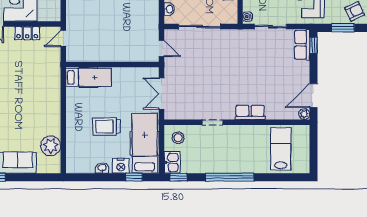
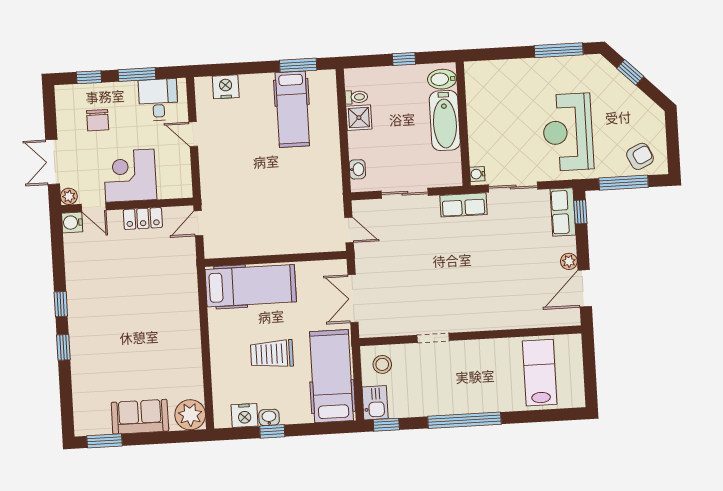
sliding door: (199, 27) -> (405, 193), width x0.73
window: (343, 28) -> (624, 183), width x1.44
hospital bed: (89, 77) -> (251, 286), width x1.37, depth x1.29
row of seats: (250, 112) -> (463, 205), moved, turned 180
plant: (304, 114) -> (569, 261), moved
plant: (51, 146) -> (190, 415), moved
nightstand: (121, 166) -> (245, 415), moved
window: (134, 177) -> (272, 431), moved

